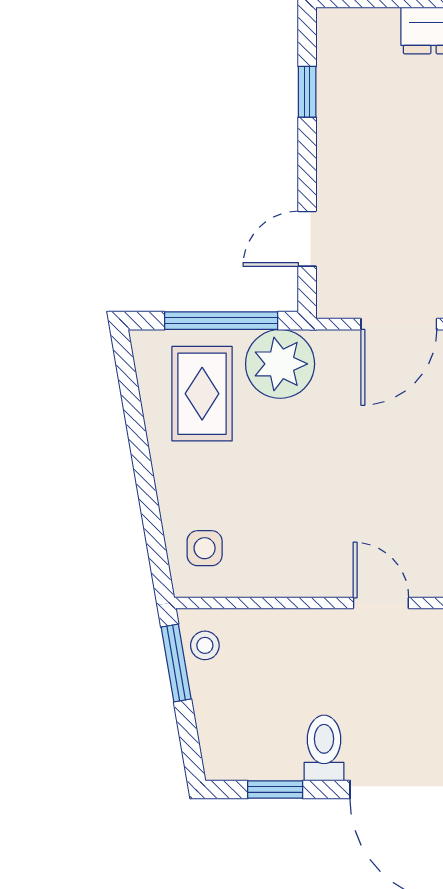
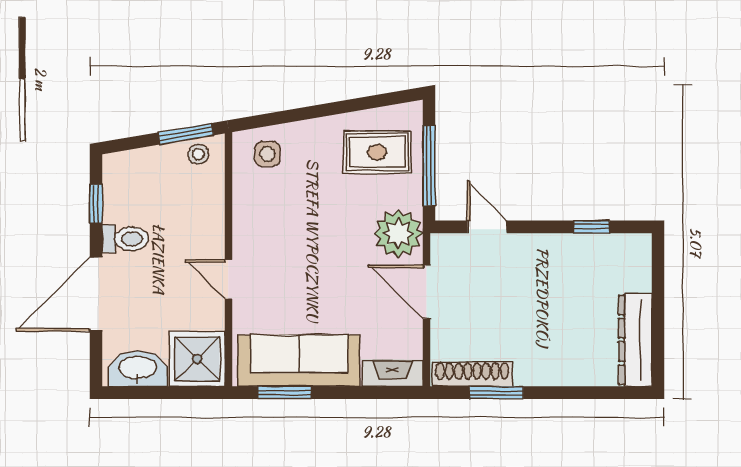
plant: (280, 364) -> (398, 234), moved
door: (381, 603) -> (228, 279), swing flipped

